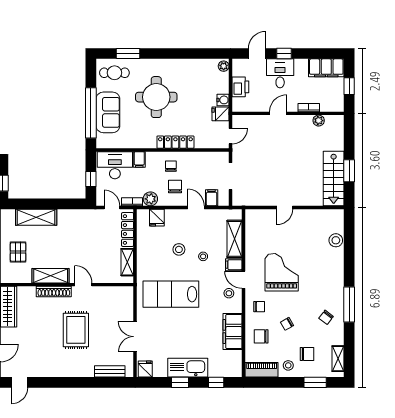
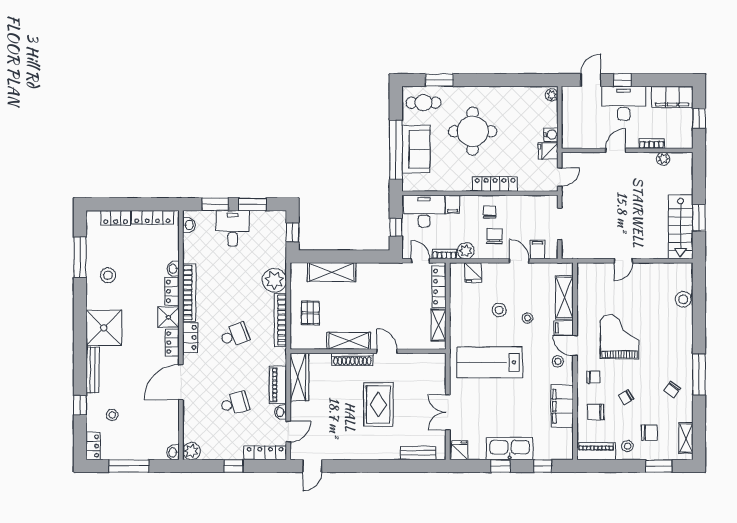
desk: (280, 73) -> (624, 103), width x1.37
printer: (240, 87) -> (571, 119), removed

